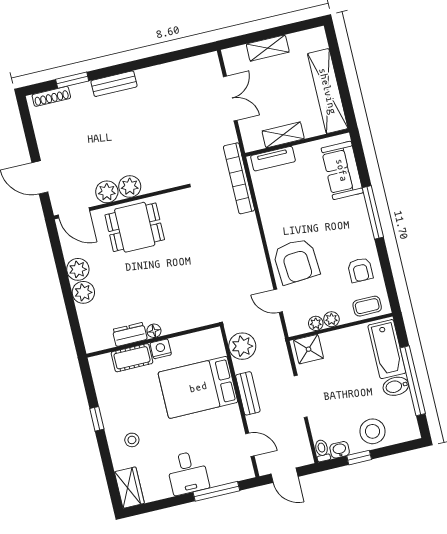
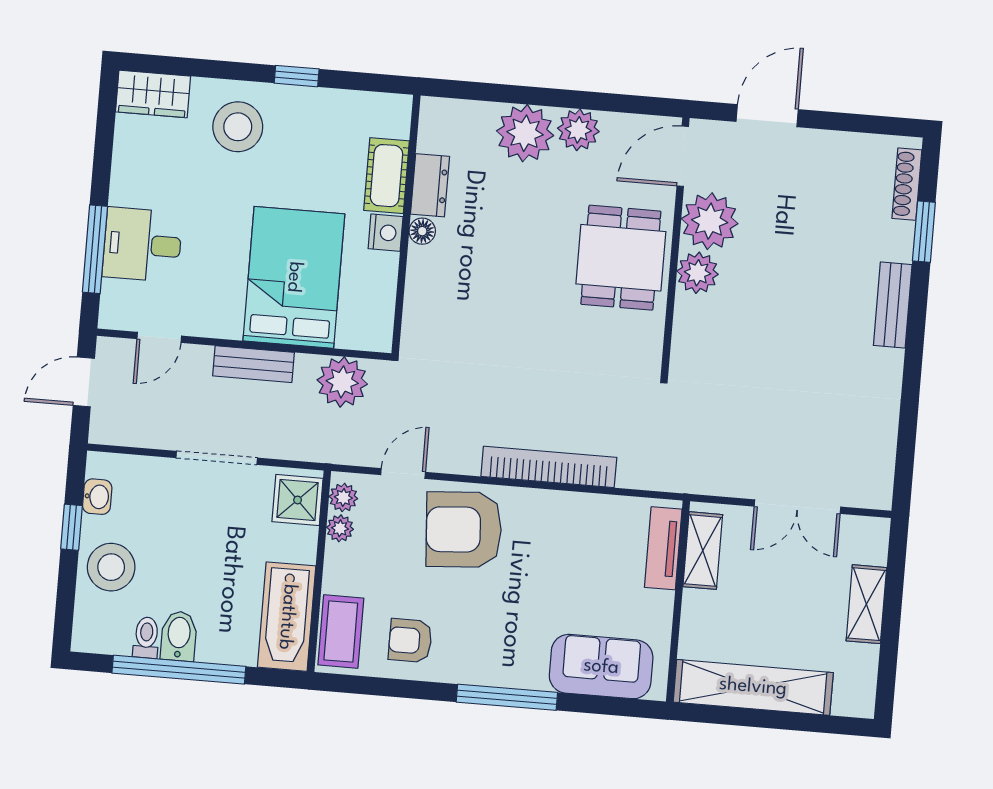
shelving: (283, 135) -> (703, 551), moved
bookcase: (239, 178) -> (549, 467), moved
plant: (107, 192) -> (710, 221), width x1.36, depth x1.36
plant: (83, 292) -> (525, 133), width x1.36, depth x1.36
coffee table: (367, 306) -> (341, 631), width x1.36, depth x1.30
plant: (331, 319) -> (343, 497), moved
bathtub: (387, 349) -> (287, 617), moved, turned -90
stool: (132, 440) -> (238, 127), width x1.89, depth x1.89
toilet: (322, 450) -> (146, 638), moved, turned -90
desk: (188, 473) -> (142, 245), moved

